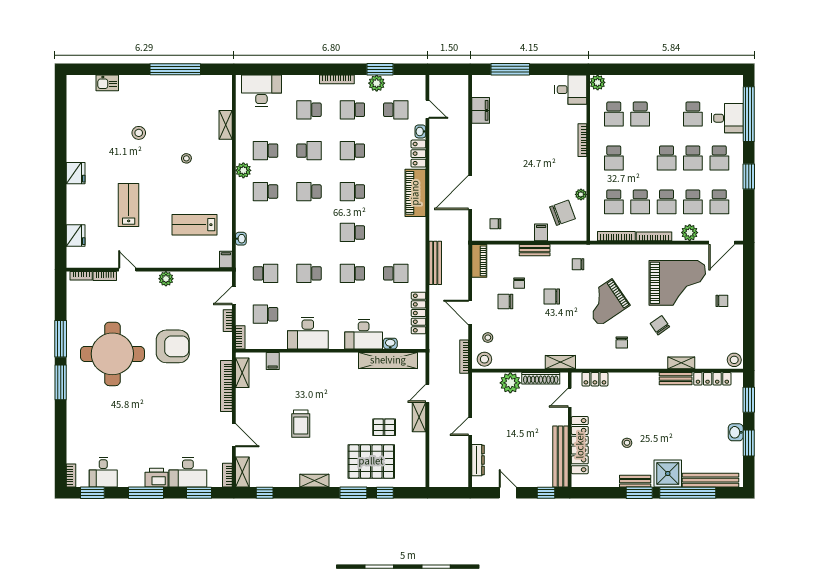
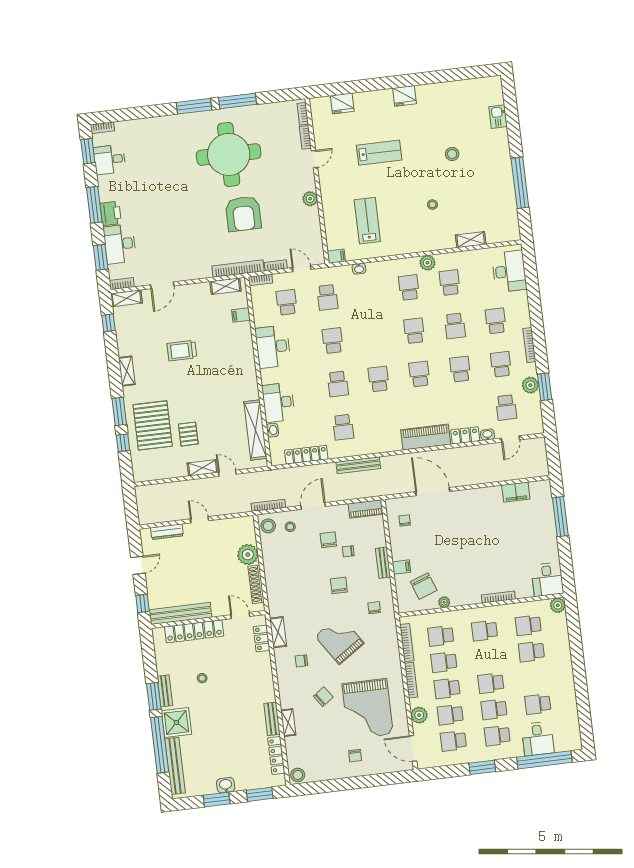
school desk: (352, 273) -> (338, 384), turned 180
shelving: (560, 362) -> (278, 632), moved
bookcase: (226, 386) -> (238, 269), moved

